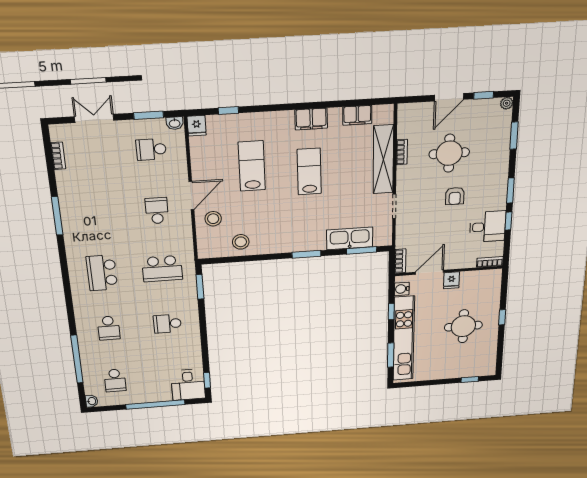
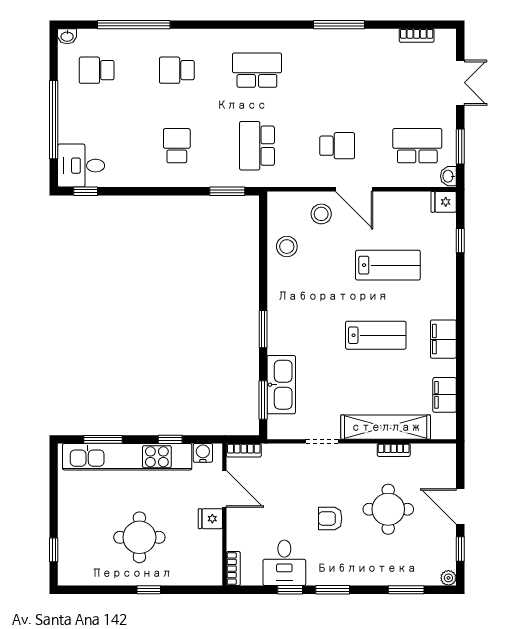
school desk: (151, 149) -> (417, 146), width x1.85

